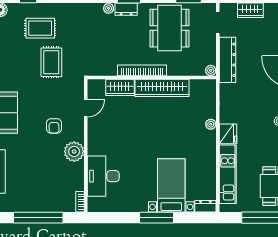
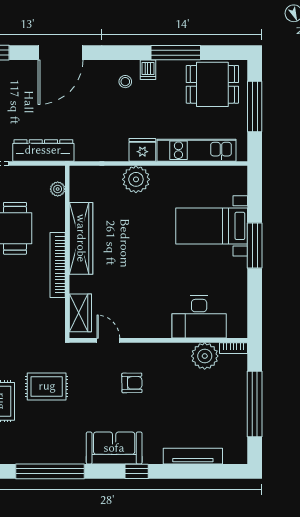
plant: (211, 70) -> (58, 189), moved
wardrobe: (120, 87) -> (80, 313), moved
plant: (211, 124) -> (136, 179), width x1.88, depth x1.88
plant: (74, 152) -> (205, 356), moved
dresser: (205, 206) -> (239, 180), removed

